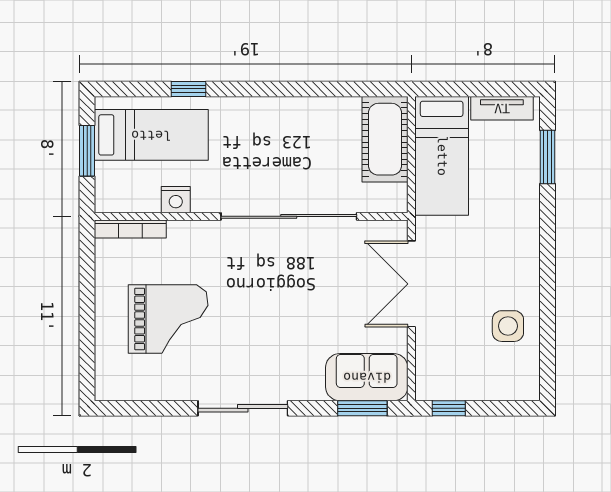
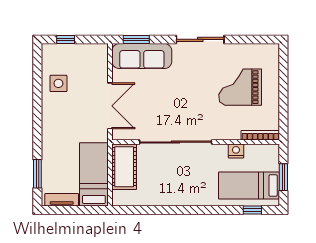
window: (188, 89) -> (252, 210), moved
cot: (385, 139) -> (124, 167), moved
sofa: (367, 377) -> (142, 56), width x1.36
window: (449, 408) -> (66, 39), moved

